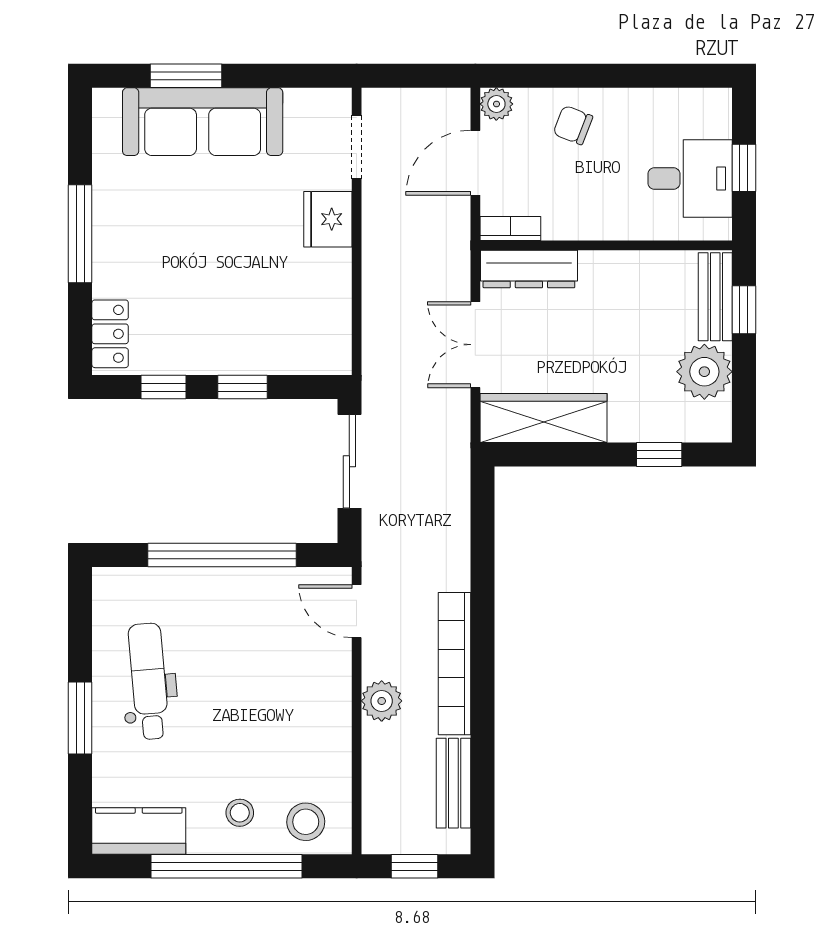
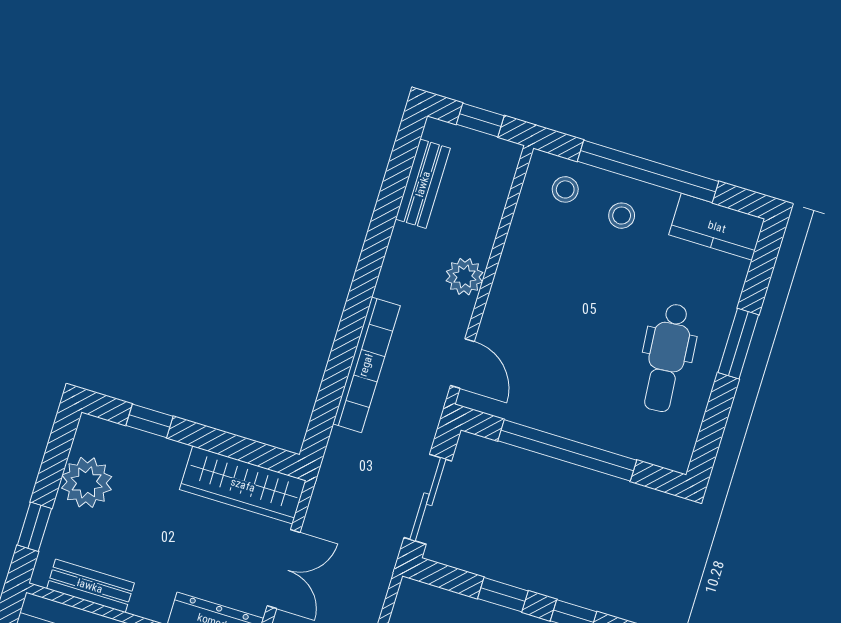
bench: (715, 297) -> (90, 586), moved, turned 90
bookcase: (454, 664) -> (366, 365), moved
stool: (306, 822) -> (565, 189), width x0.73, depth x0.73

